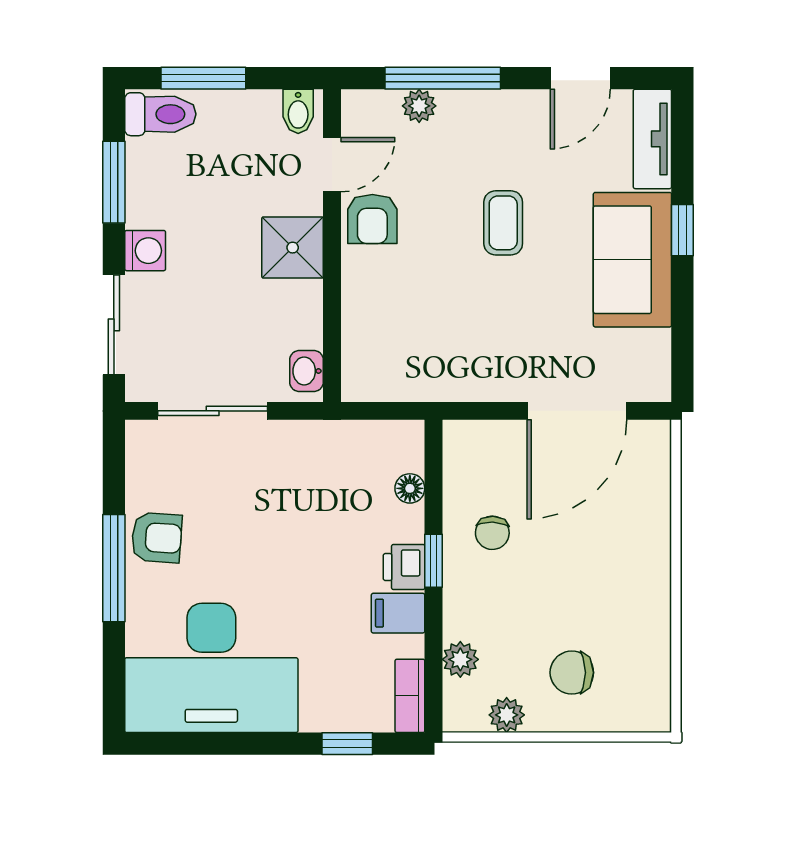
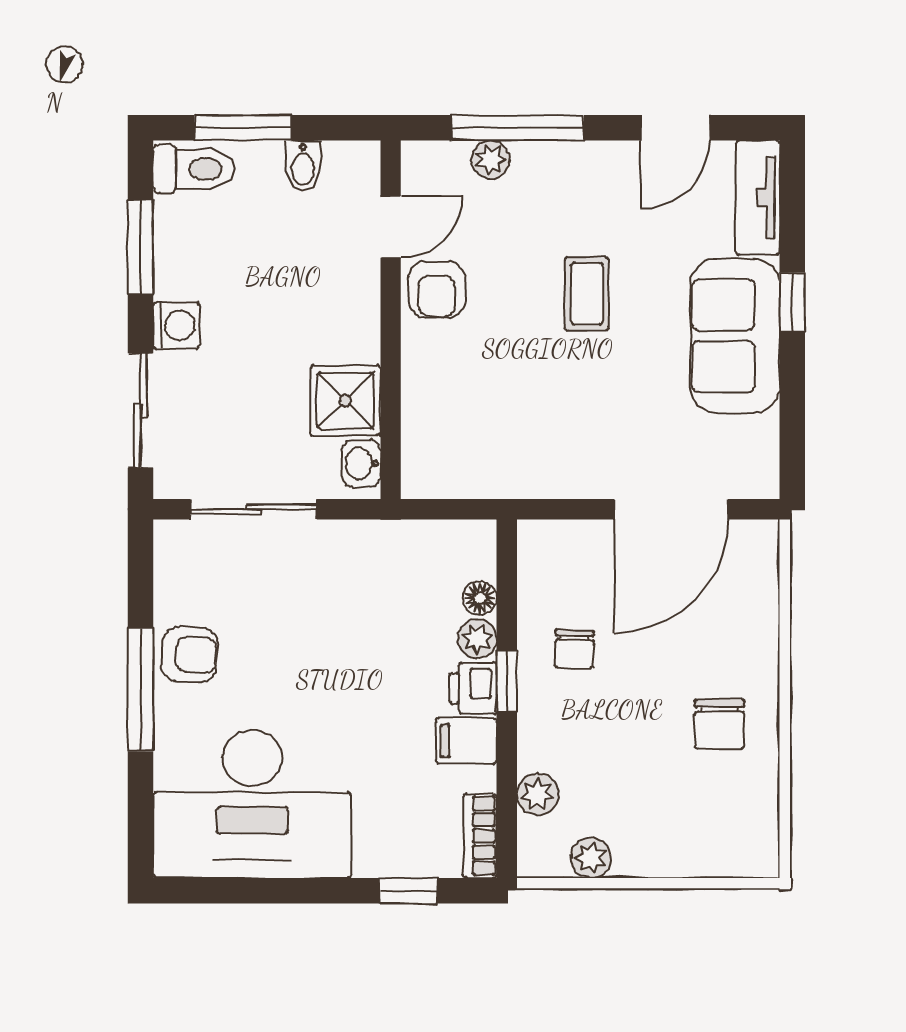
bidet: (298, 111) -> (303, 166), moved
shower: (293, 248) -> (345, 401), moved
plant: (408, 524) -> (477, 639), added
chair: (572, 673) -> (719, 724), moved, turned -90

